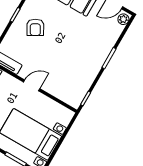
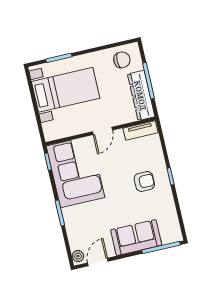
armchair: (35, 27) -> (144, 181), turned 120
corner sofa: (74, 75) -> (76, 172), added

